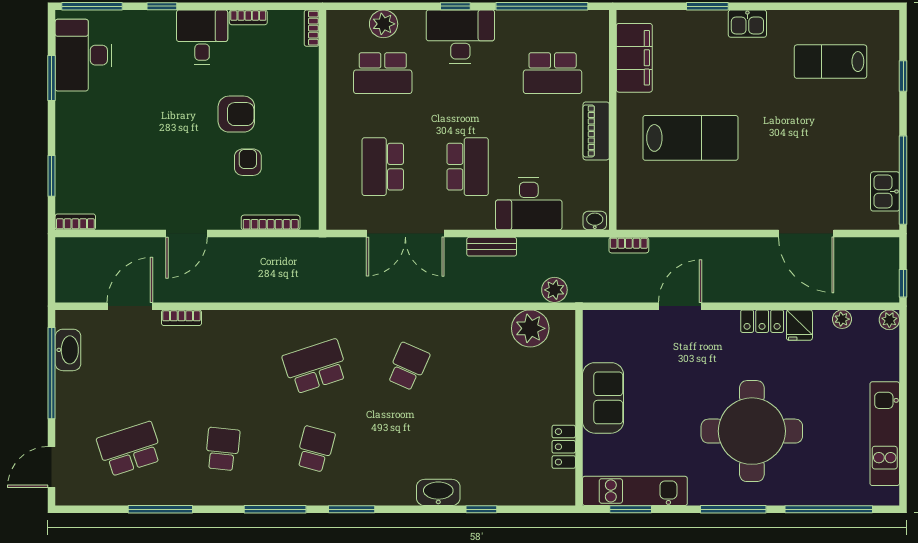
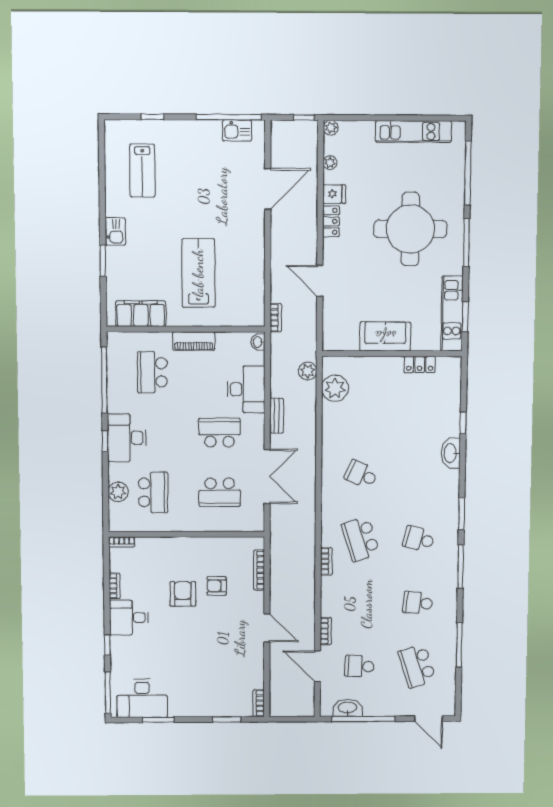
school desk: (553, 73) -> (152, 372), turned 180
bookcase: (283, 318) -> (326, 561), added
school desk: (130, 366) -> (359, 666), added

